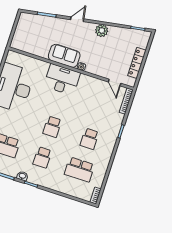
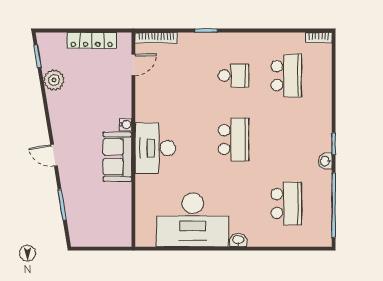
plant: (102, 31) -> (54, 80), moved
school desk: (52, 127) -> (234, 140), width x1.85
school desk: (42, 157) -> (286, 140), removed

